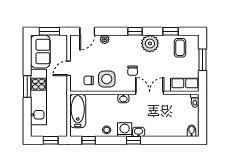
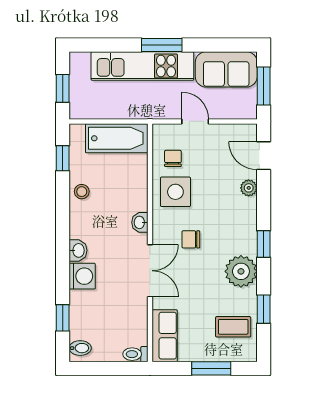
washing machine: (125, 130) -> (82, 276), moved
window: (133, 140) -> (63, 318), moved

